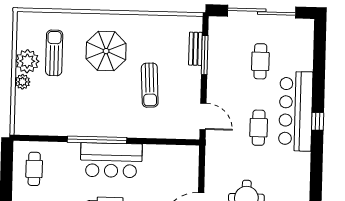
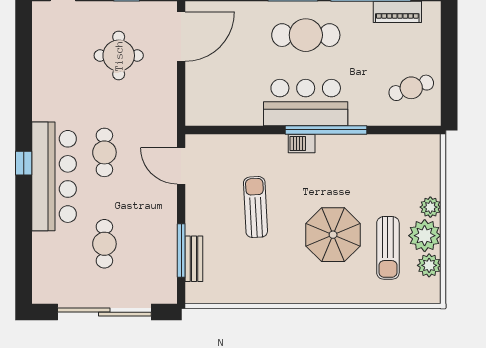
plant: (25, 39) -> (429, 265), added
parasol: (106, 51) -> (333, 235), moved
barbecue: (115, 131) -> (302, 143), added
cafe table: (34, 169) -> (411, 88), turned 71

